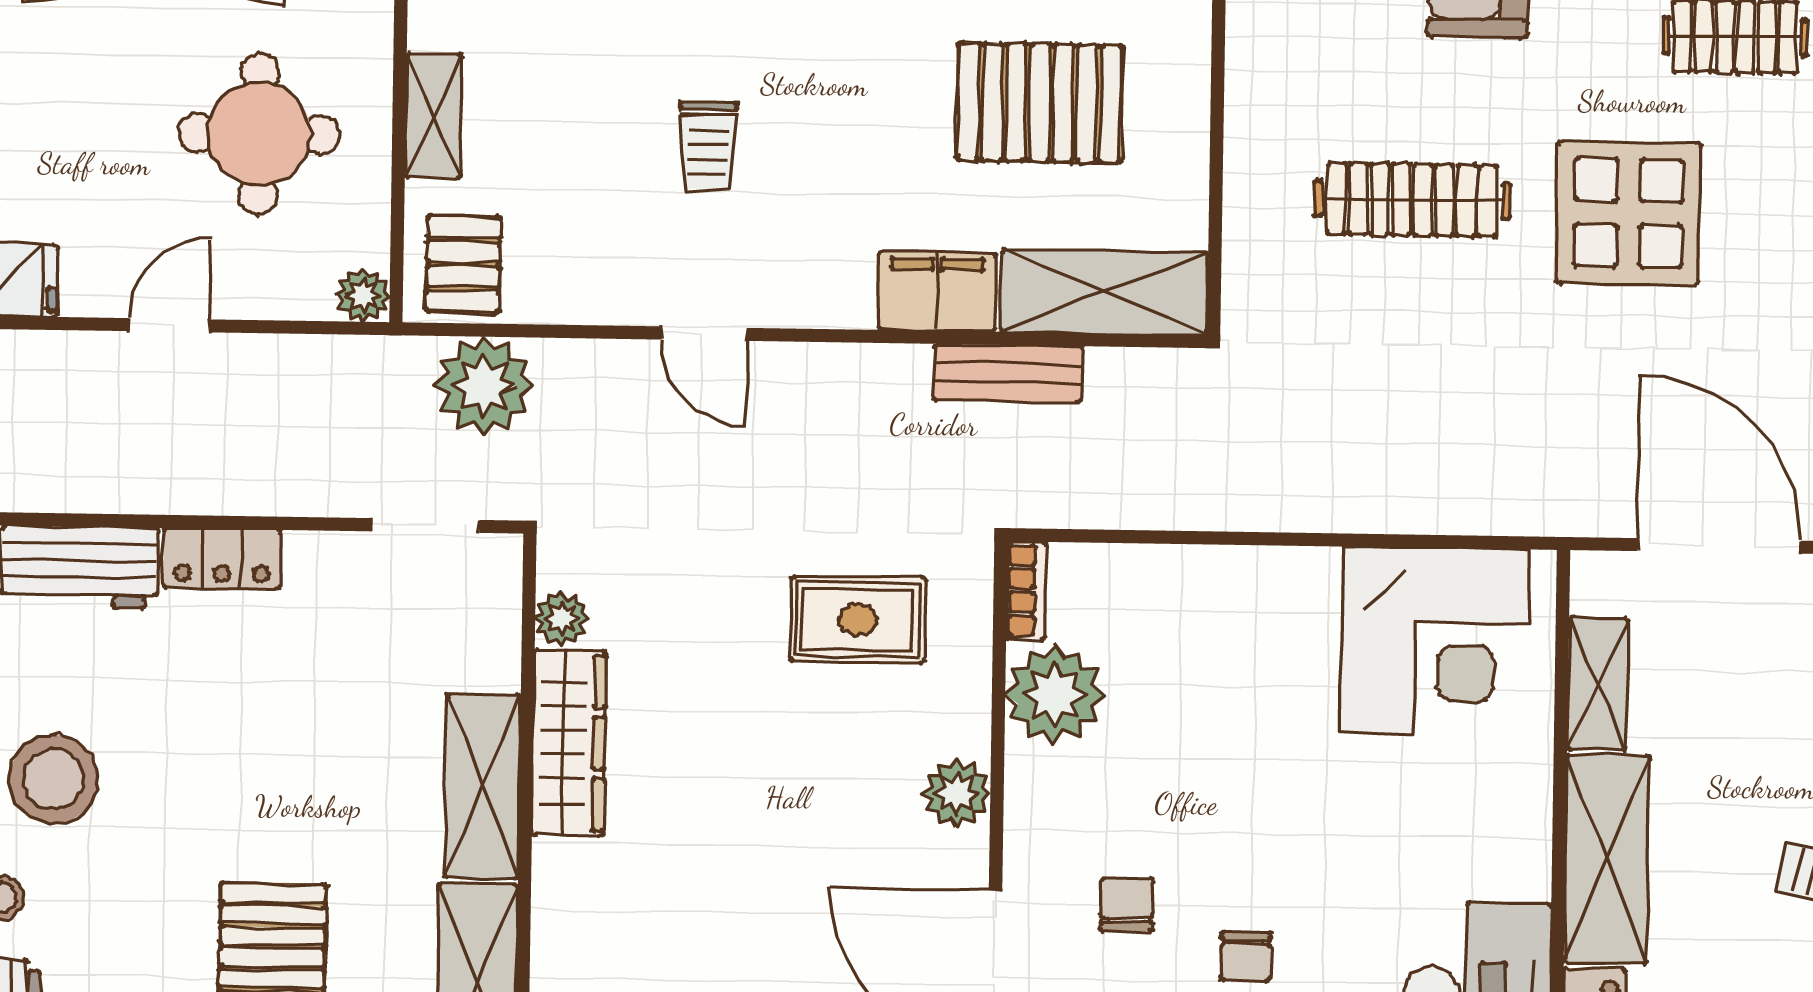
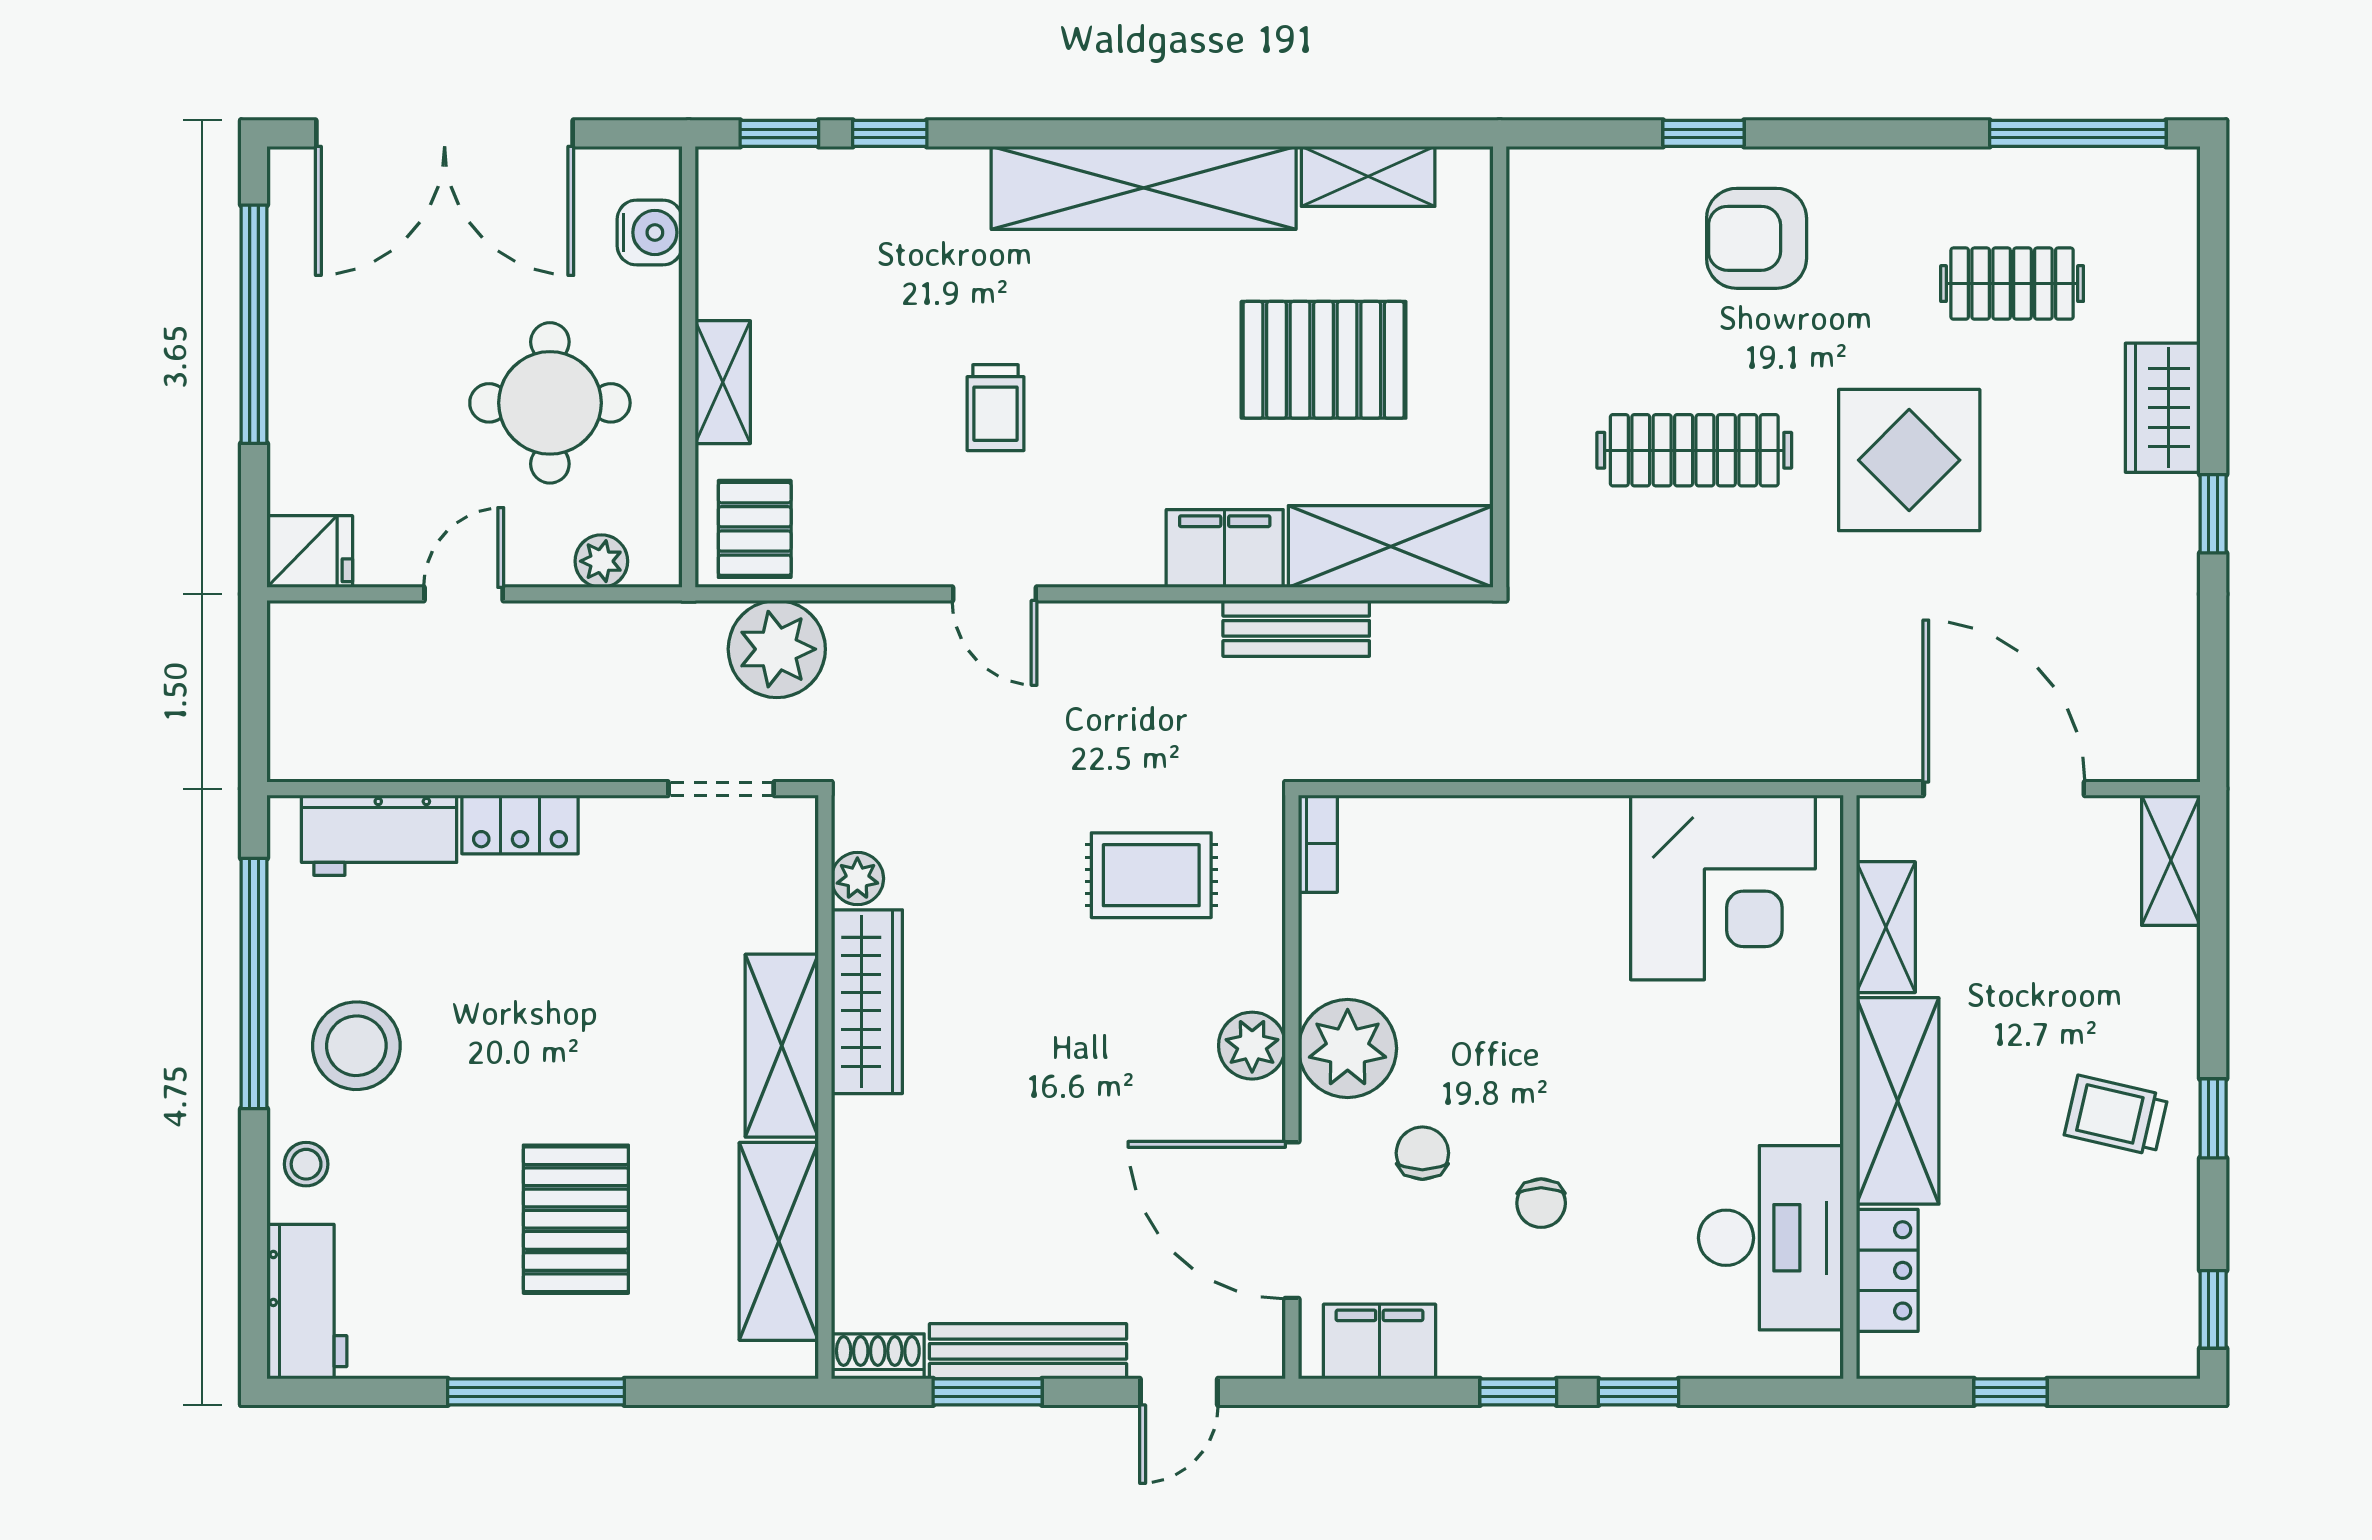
plant: (363, 295) -> (601, 561), moved
plant: (1055, 695) -> (1348, 1048), moved

